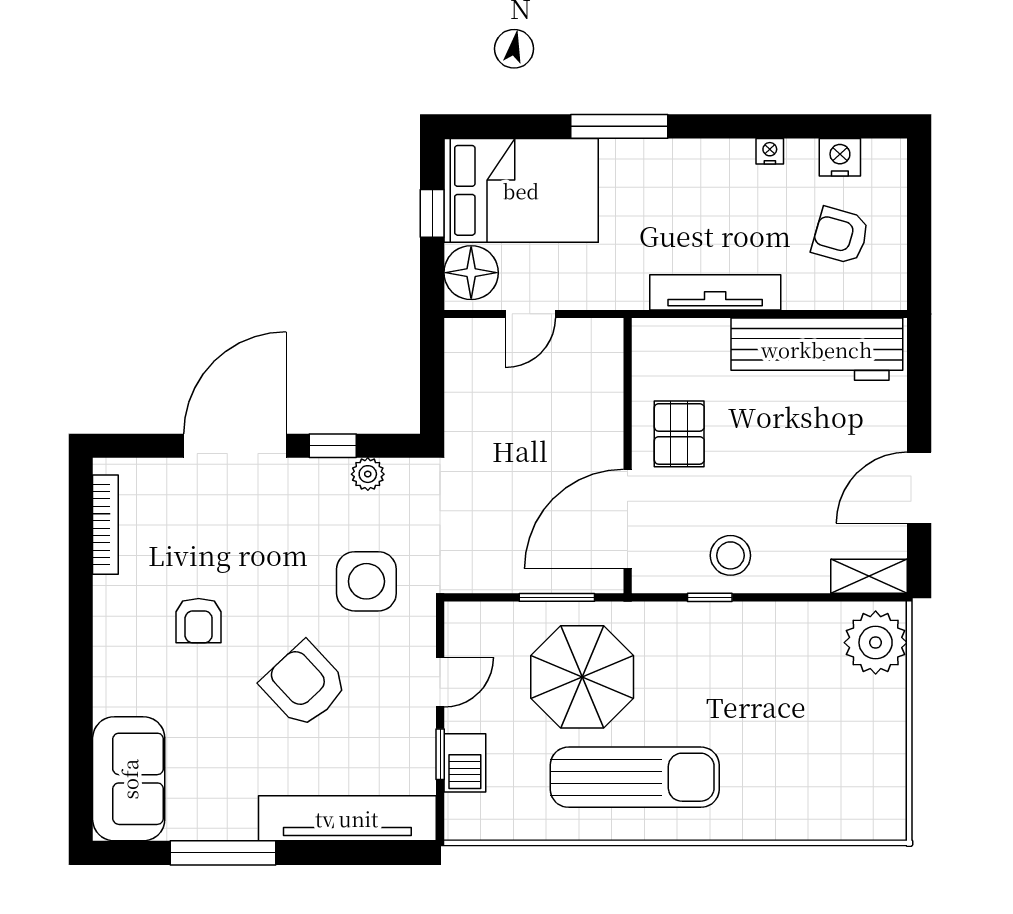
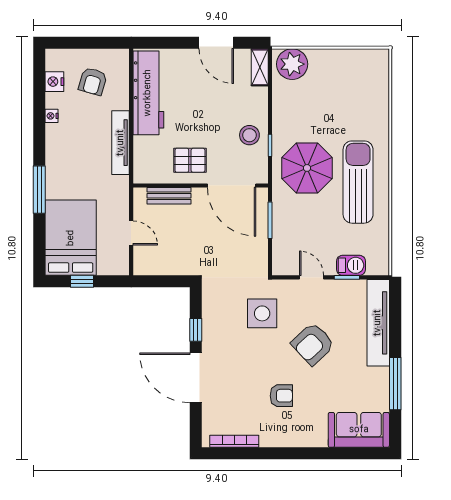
floor lamp: (471, 273) -> (111, 262), removed
bench: (607, 391) -> (169, 196), added
plant: (368, 474) -> (210, 313), removed
parasol: (582, 677) -> (307, 168), moved

